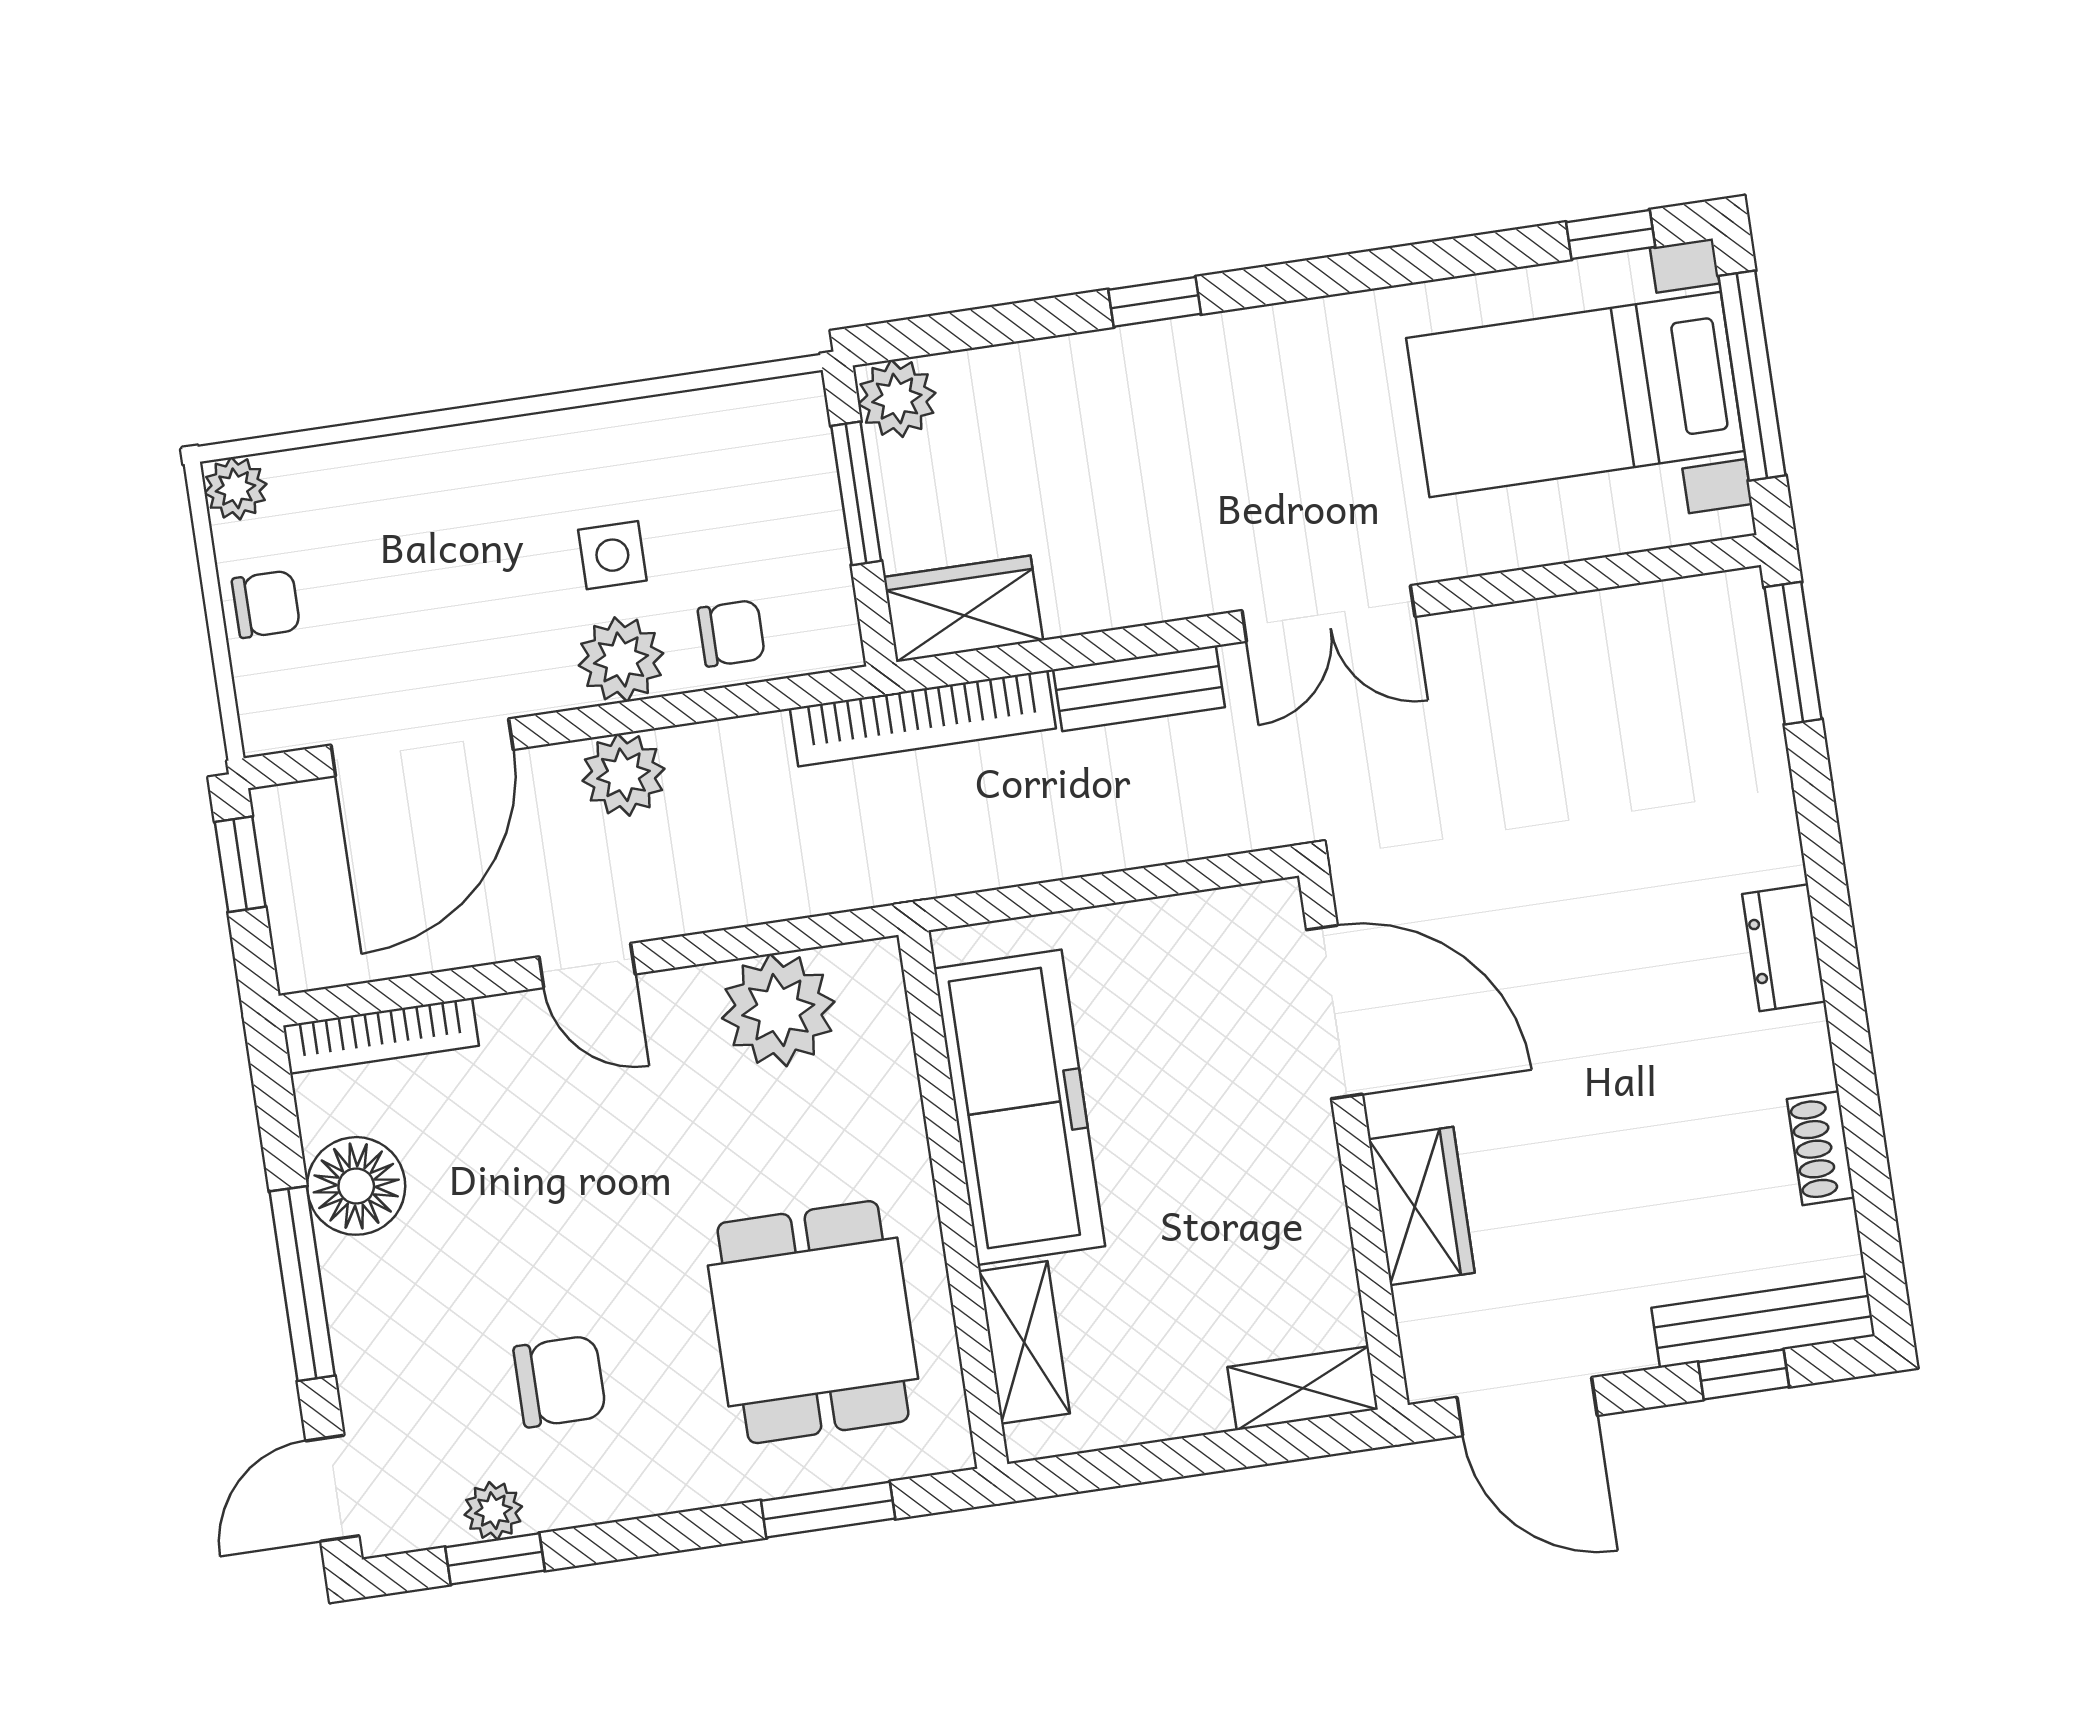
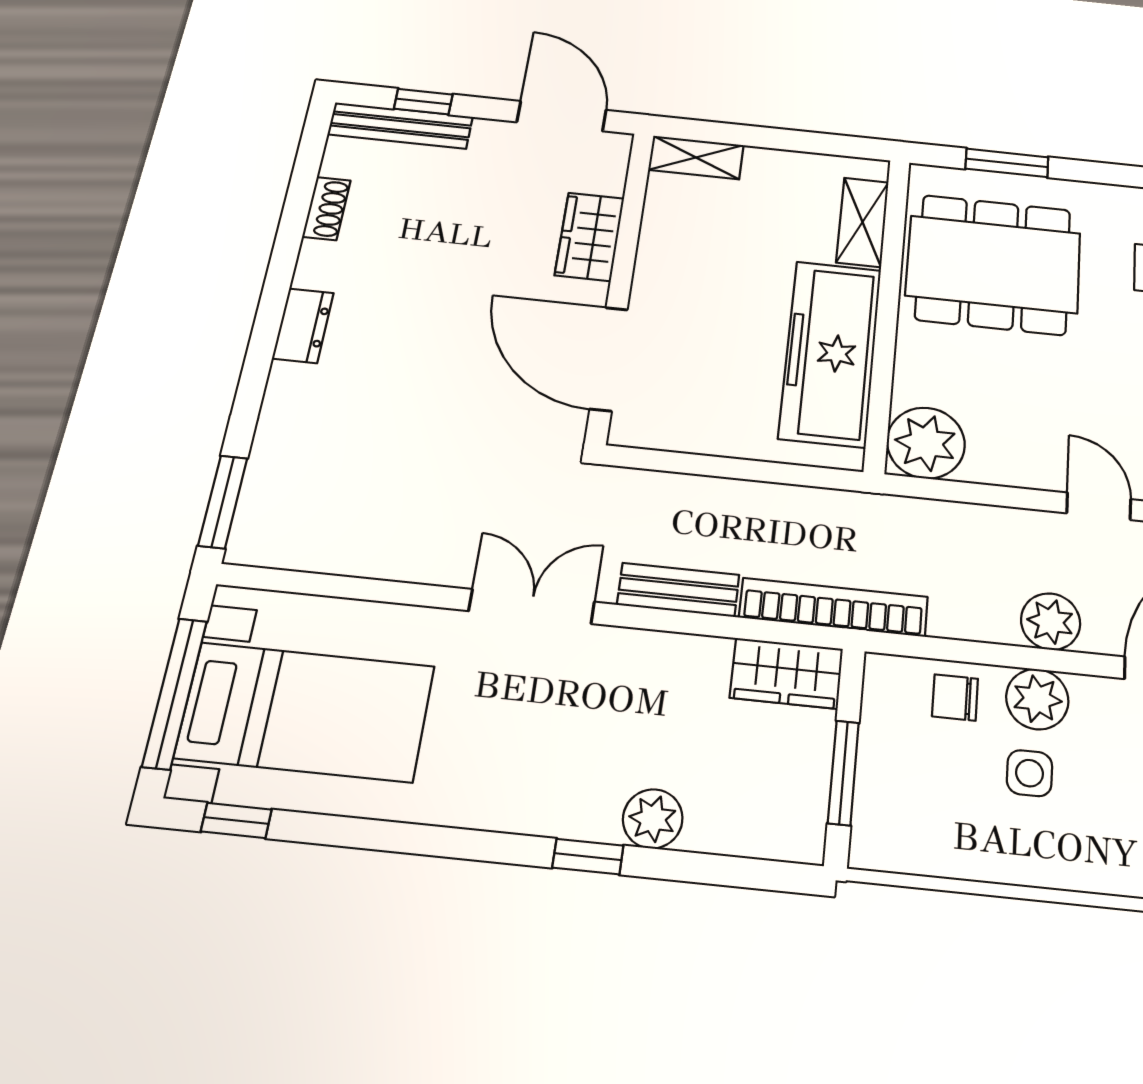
plant: (897, 398) -> (653, 819), moved
plant: (778, 1010) -> (926, 443), moved
dining table: (813, 1322) -> (993, 264), width x1.38

